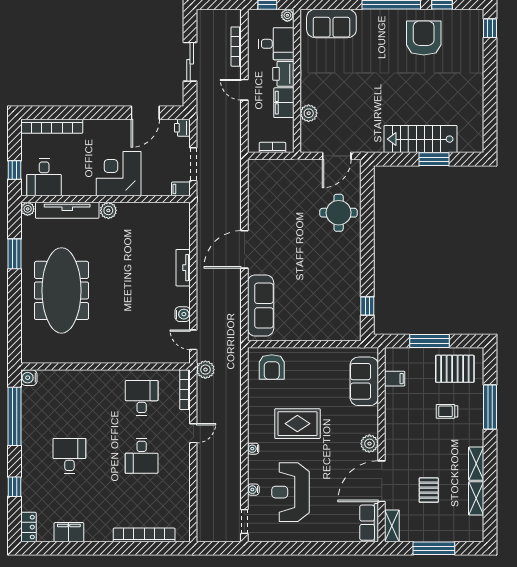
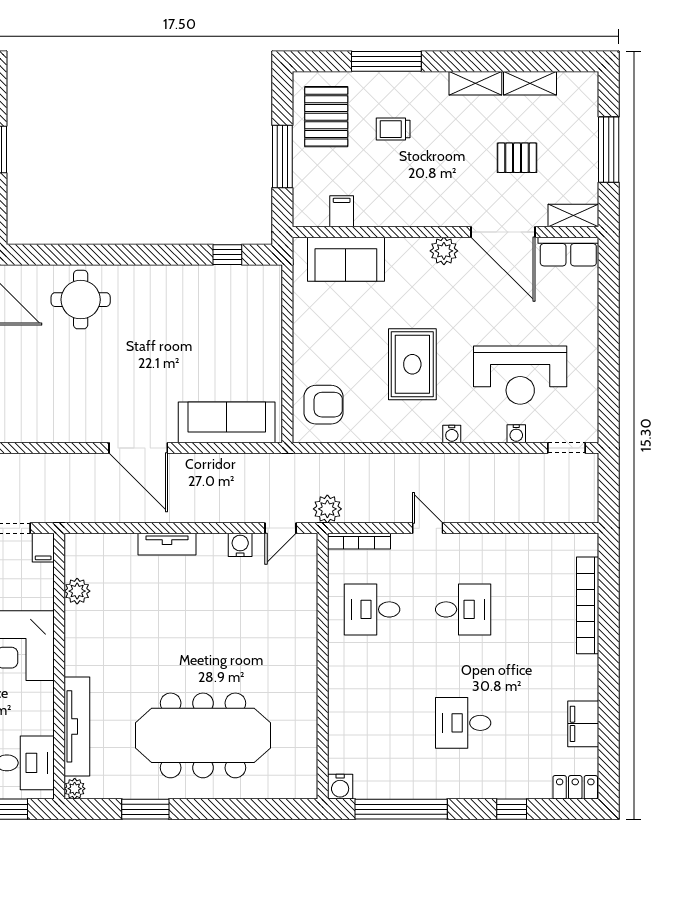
plant: (108, 210) -> (77, 591), moved
trolley: (447, 411) -> (393, 129), turned 90

